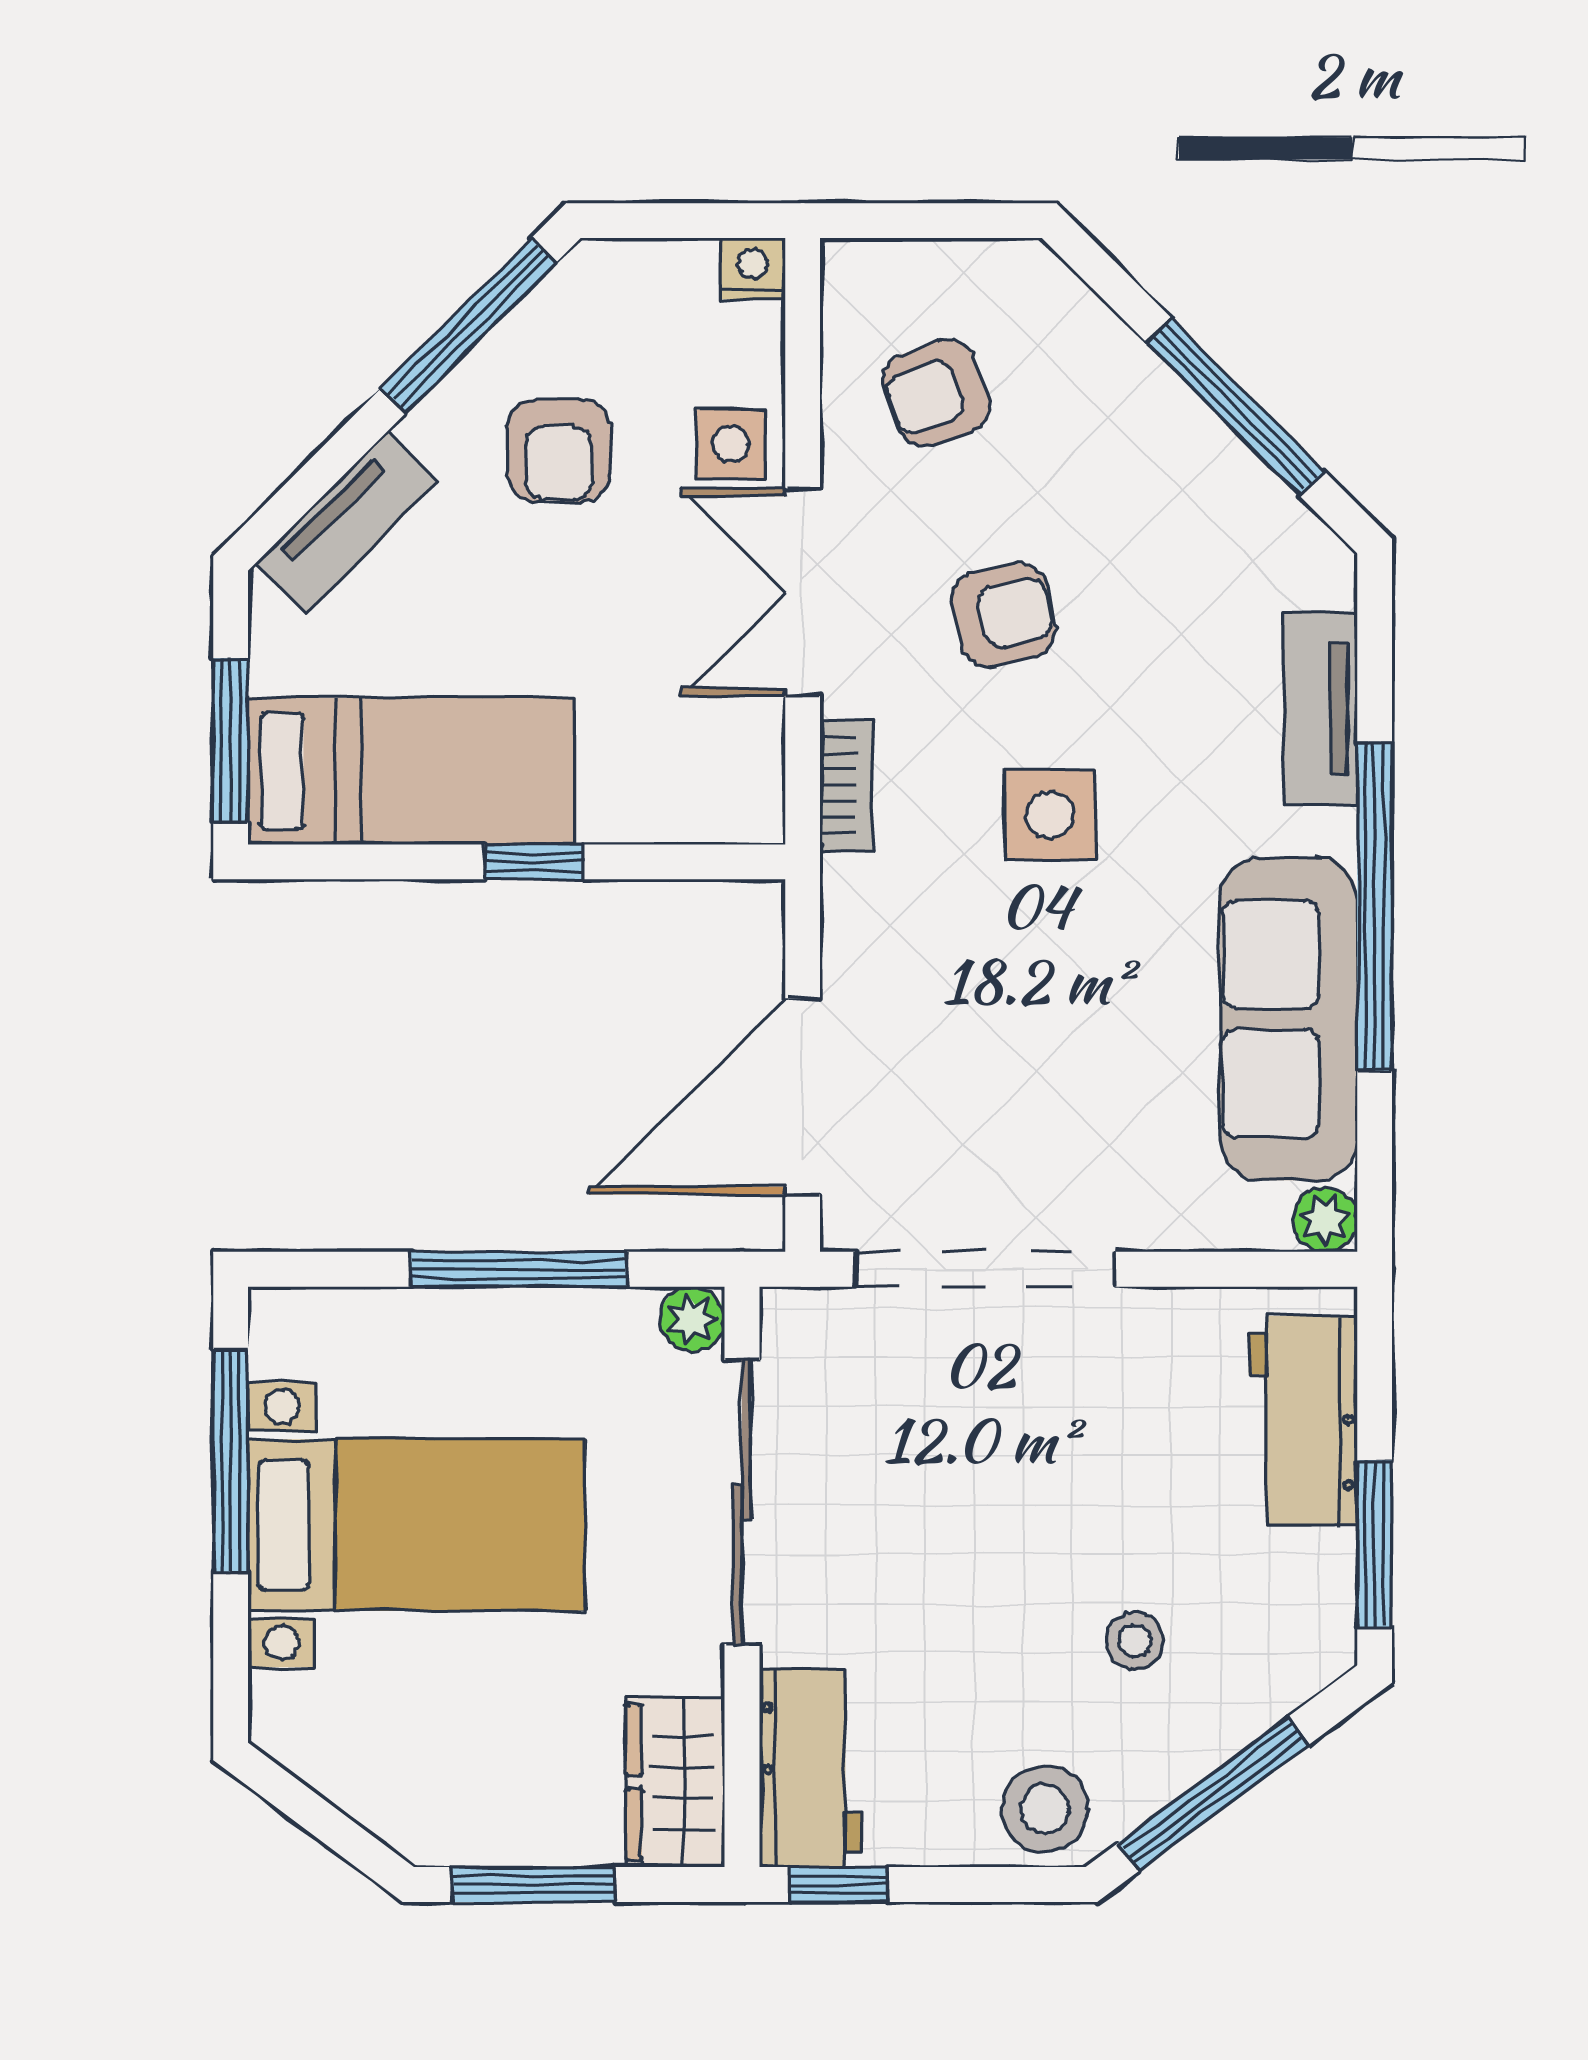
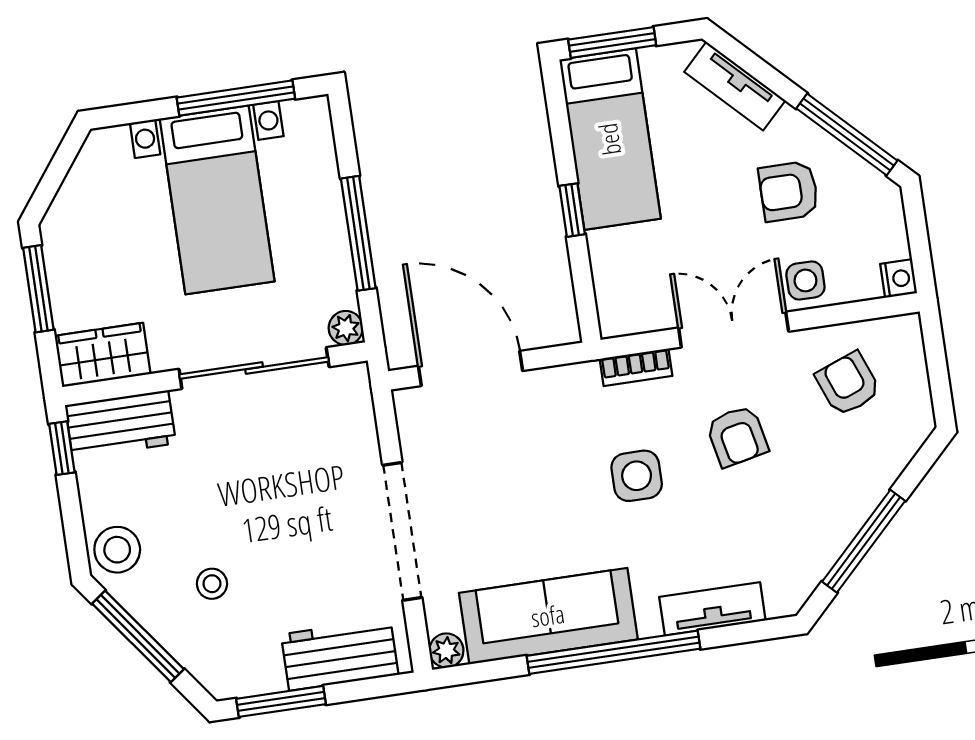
doorway: (985, 1269) -> (402, 531), moved

